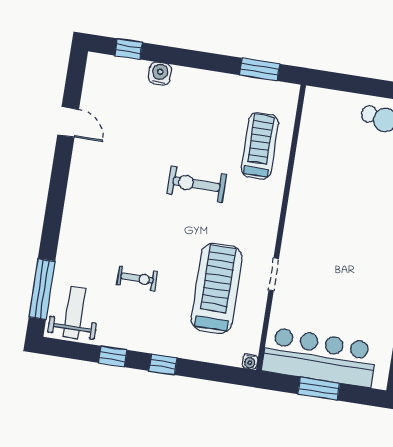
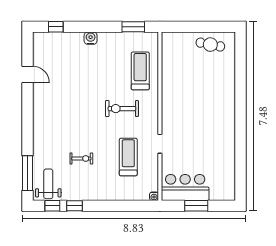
water cooler: (160, 74) -> (91, 38), moved
exercise bike: (197, 184) -> (122, 109), moved
treadmill: (217, 288) -> (128, 157), width x0.73, depth x0.73
bar counter: (319, 357) -> (185, 187), width x0.73
window: (163, 364) -> (52, 206), moved

